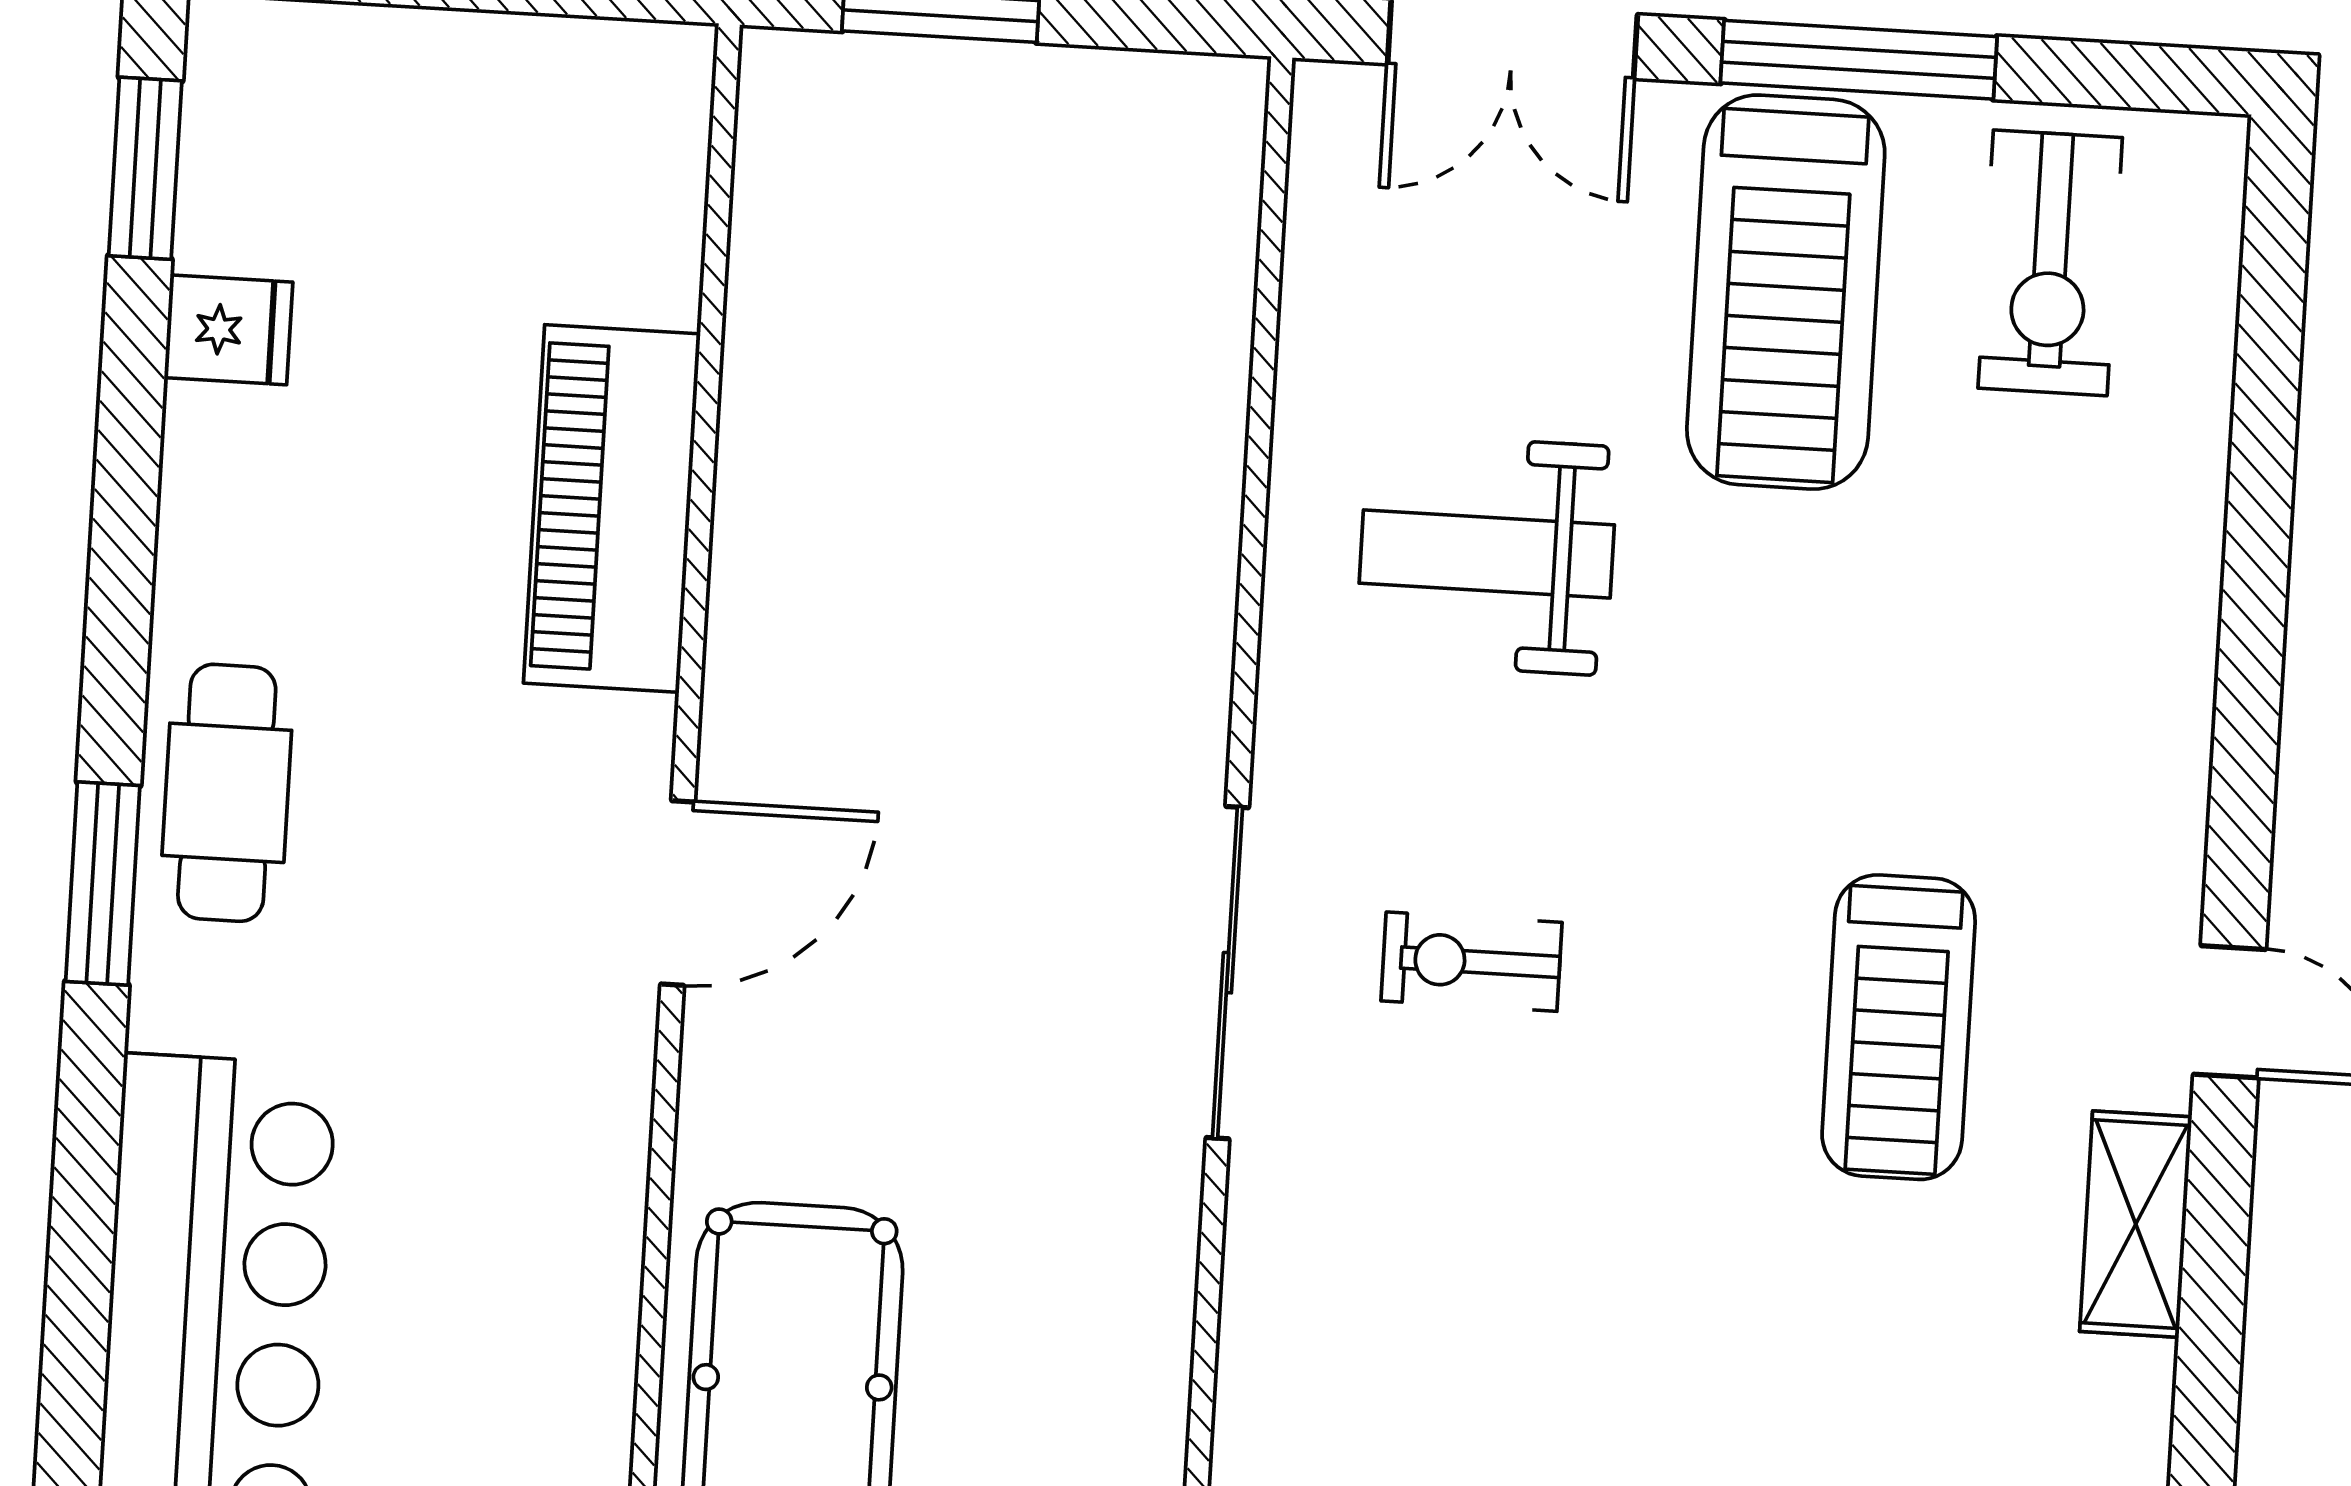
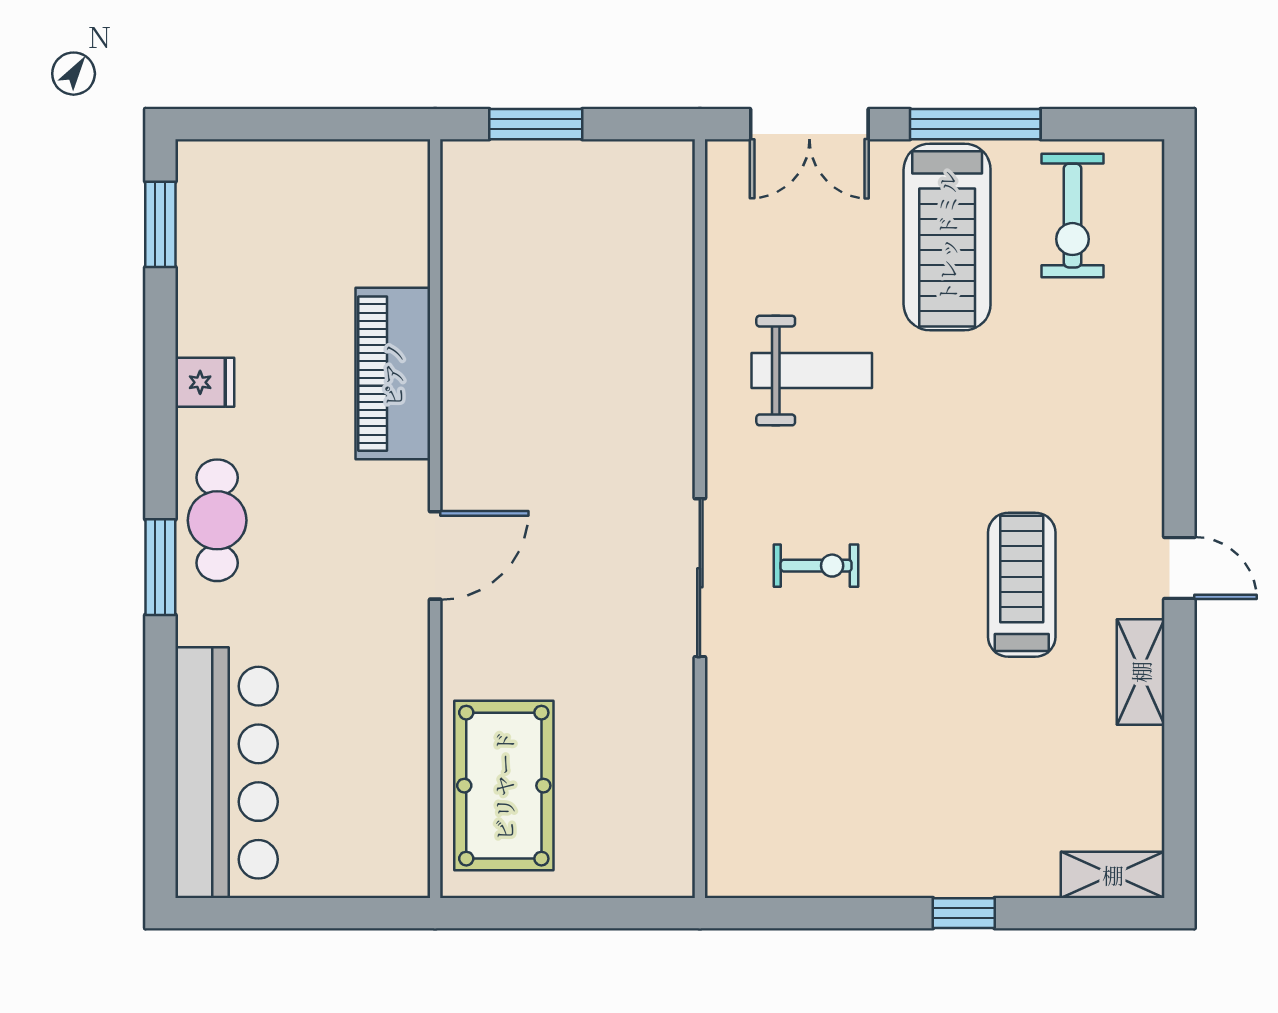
fridge: (228, 330) -> (205, 382), moved
weight bench: (1487, 554) -> (812, 371), turned 180
exercise bike: (1472, 962) -> (816, 566), turned 180
treadmill: (1899, 1027) -> (1022, 585), turned 180

